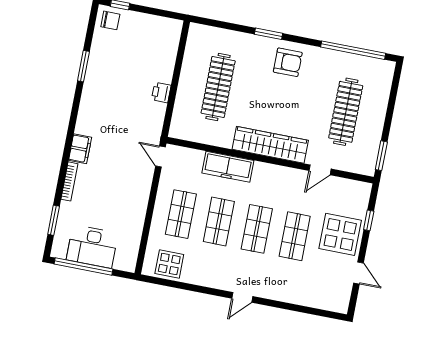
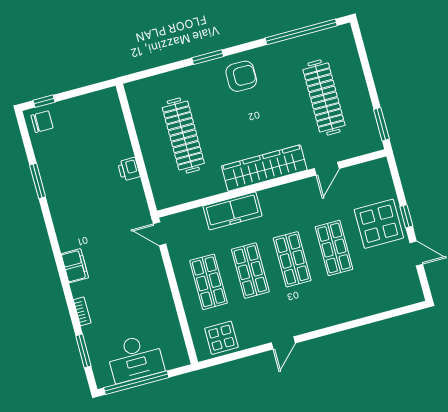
bookcase: (69, 181) -> (82, 311), width x0.64
window: (369, 220) -> (406, 216), moved
door: (242, 297) -> (283, 343), moved

